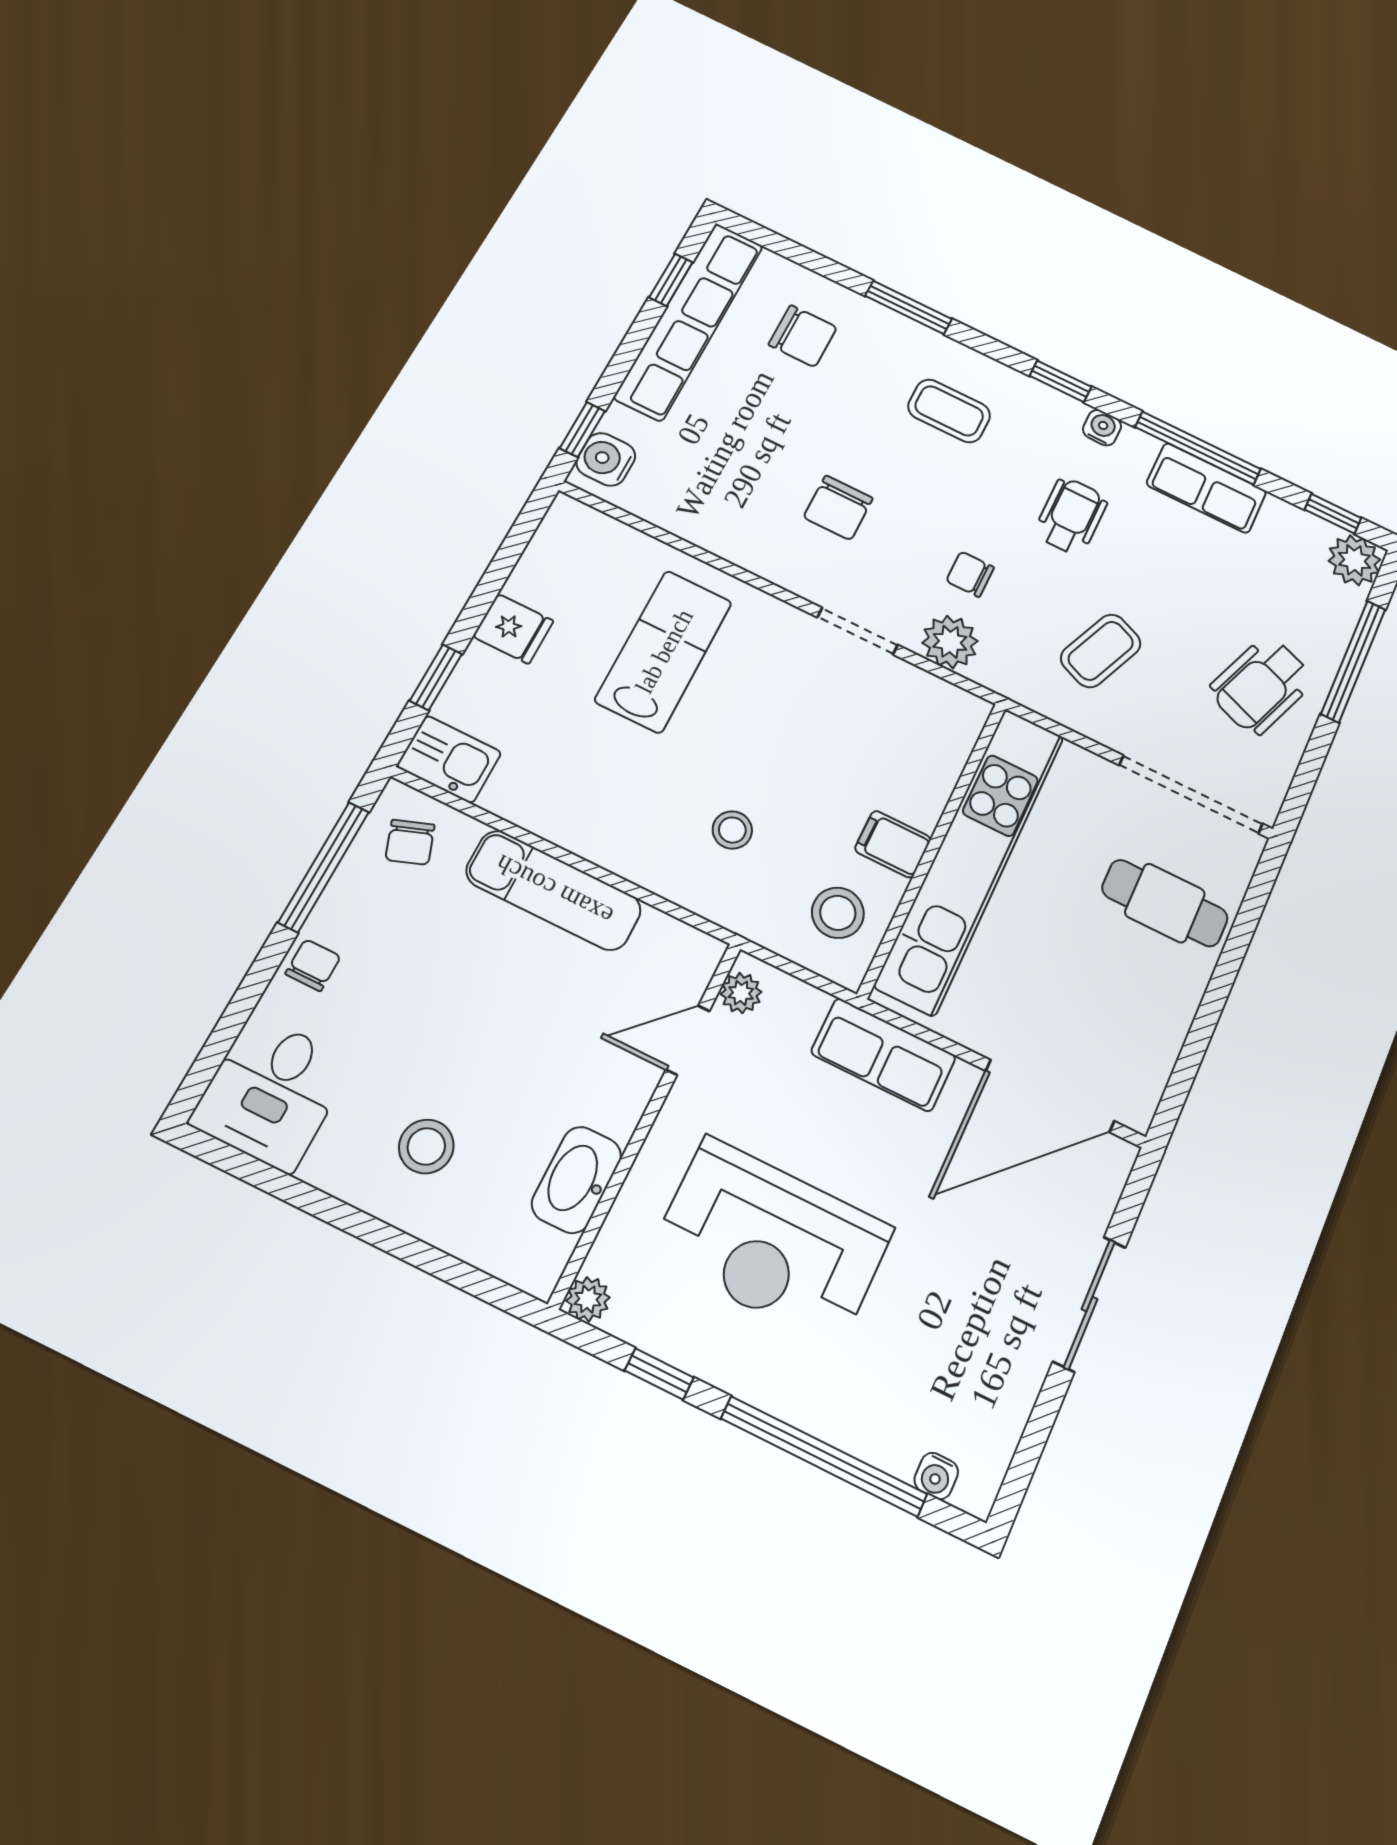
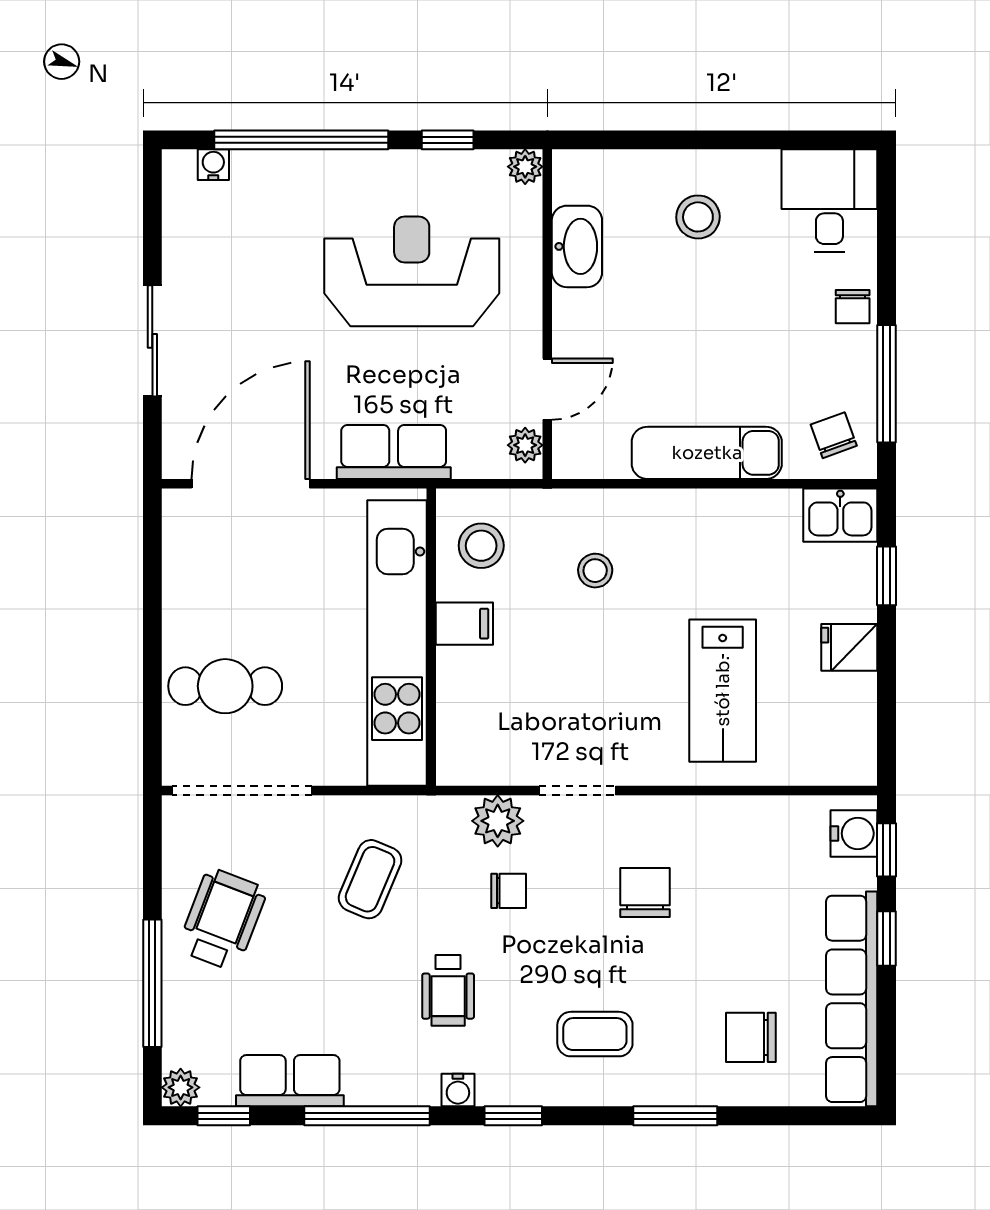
window: (671, 280) -> (887, 939), moved
row of seats: (1206, 488) -> (290, 1081), moved
plant: (1354, 560) -> (181, 1087), width x0.73, depth x0.73

